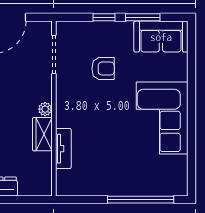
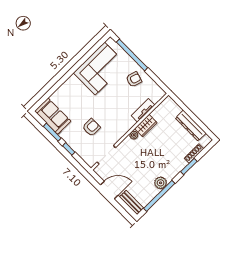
armchair: (103, 69) -> (91, 127), turned 90
corner sofa: (162, 118) -> (100, 68), moved
armchair: (110, 174) -> (134, 79), added

